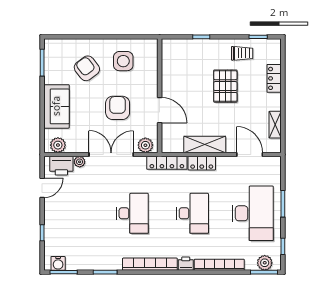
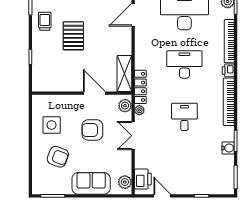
armchair: (87, 68) -> (58, 157), turned -122
pallet: (225, 86) -> (73, 36), turned 90
door: (160, 110) -> (94, 93), hinge flipped
shelving: (205, 144) -> (124, 74), moved
double door: (111, 155) -> (133, 136), width x0.73
plant: (80, 162) -> (139, 110), moved
locker: (202, 163) -> (141, 56), removed
desk: (132, 213) -> (184, 117), width x0.73
water cooler: (58, 263) -> (228, 148), moved

